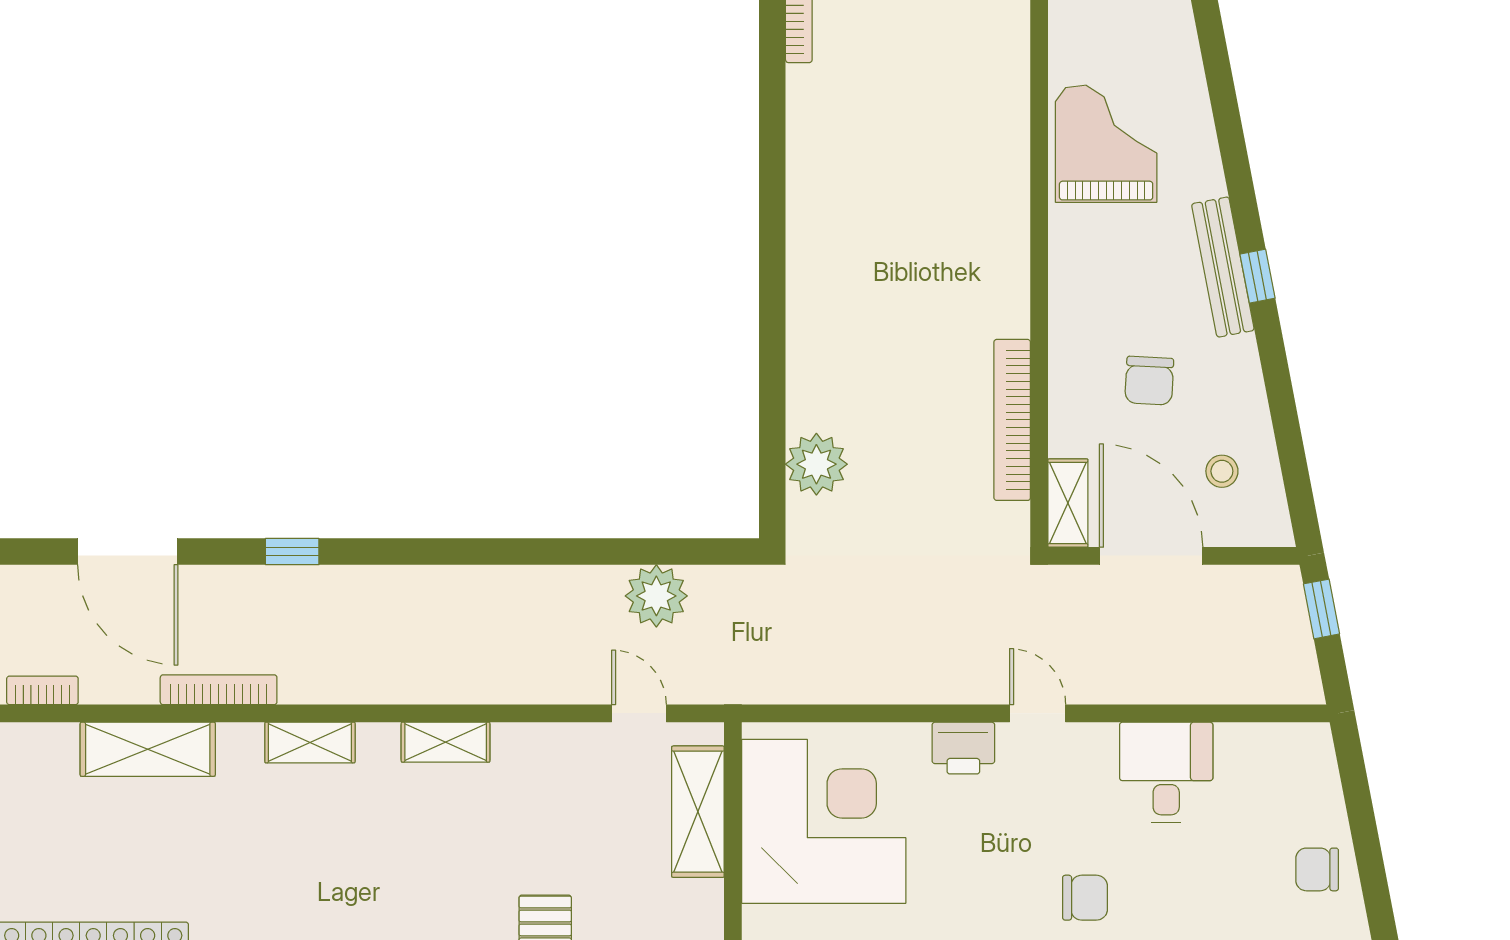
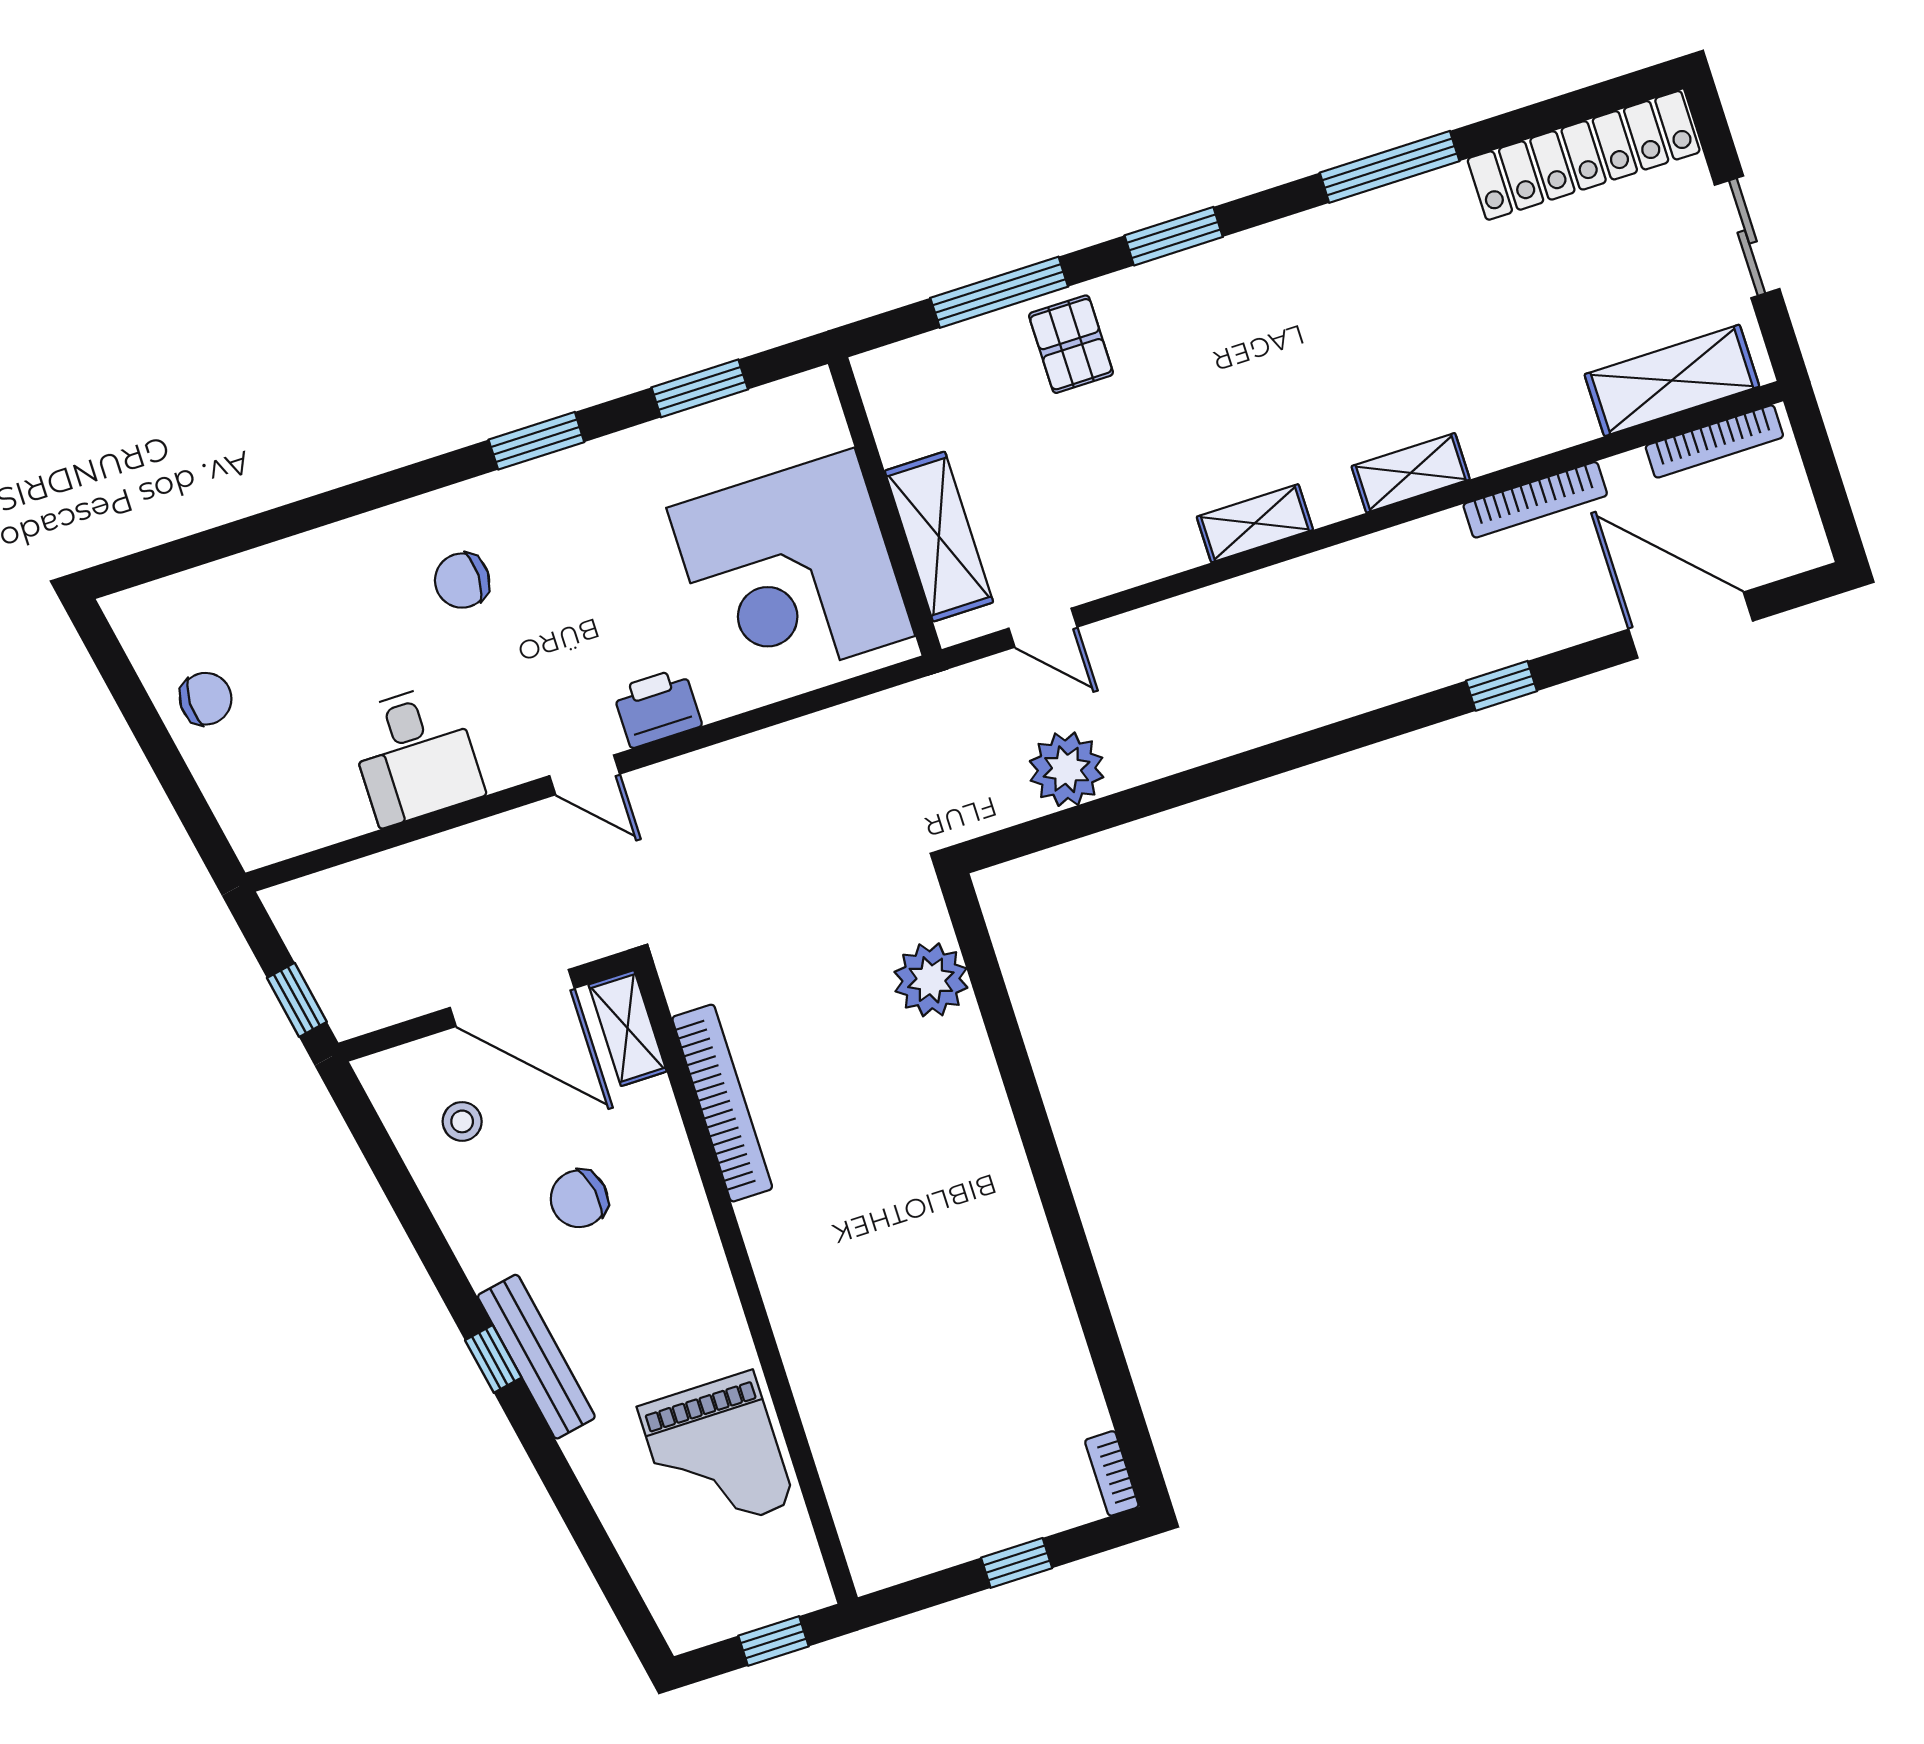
chair: (1149, 381) -> (579, 1199), turned -103
bookcase: (42, 690) -> (1714, 441), width x1.56
shelving: (148, 749) -> (1672, 380), moved

